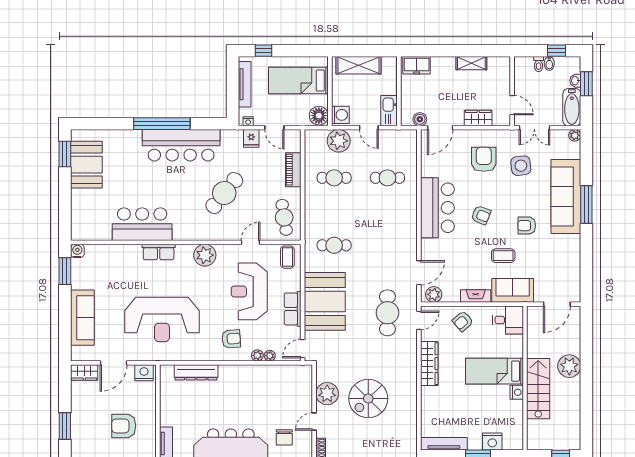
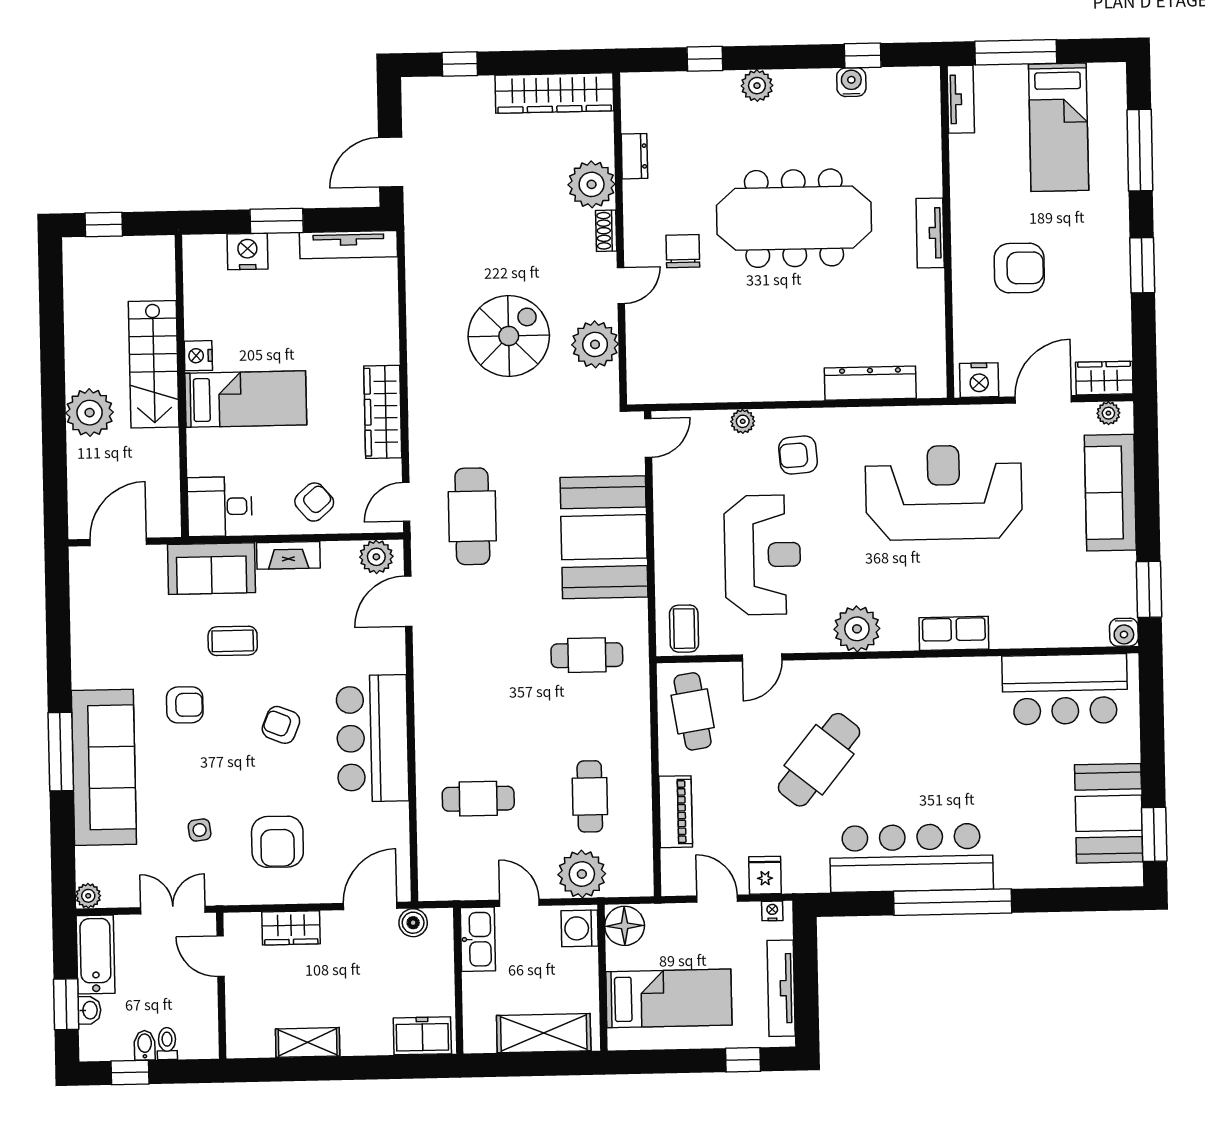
side table: (521, 166) -> (200, 830), width x0.54, depth x0.54
cafe table: (334, 178) -> (590, 796), turned 90
bar counter: (142, 224) -> (1065, 689), moved
row of seats: (293, 309) -> (671, 520), removed
plant: (270, 356) -> (1108, 413), moved

